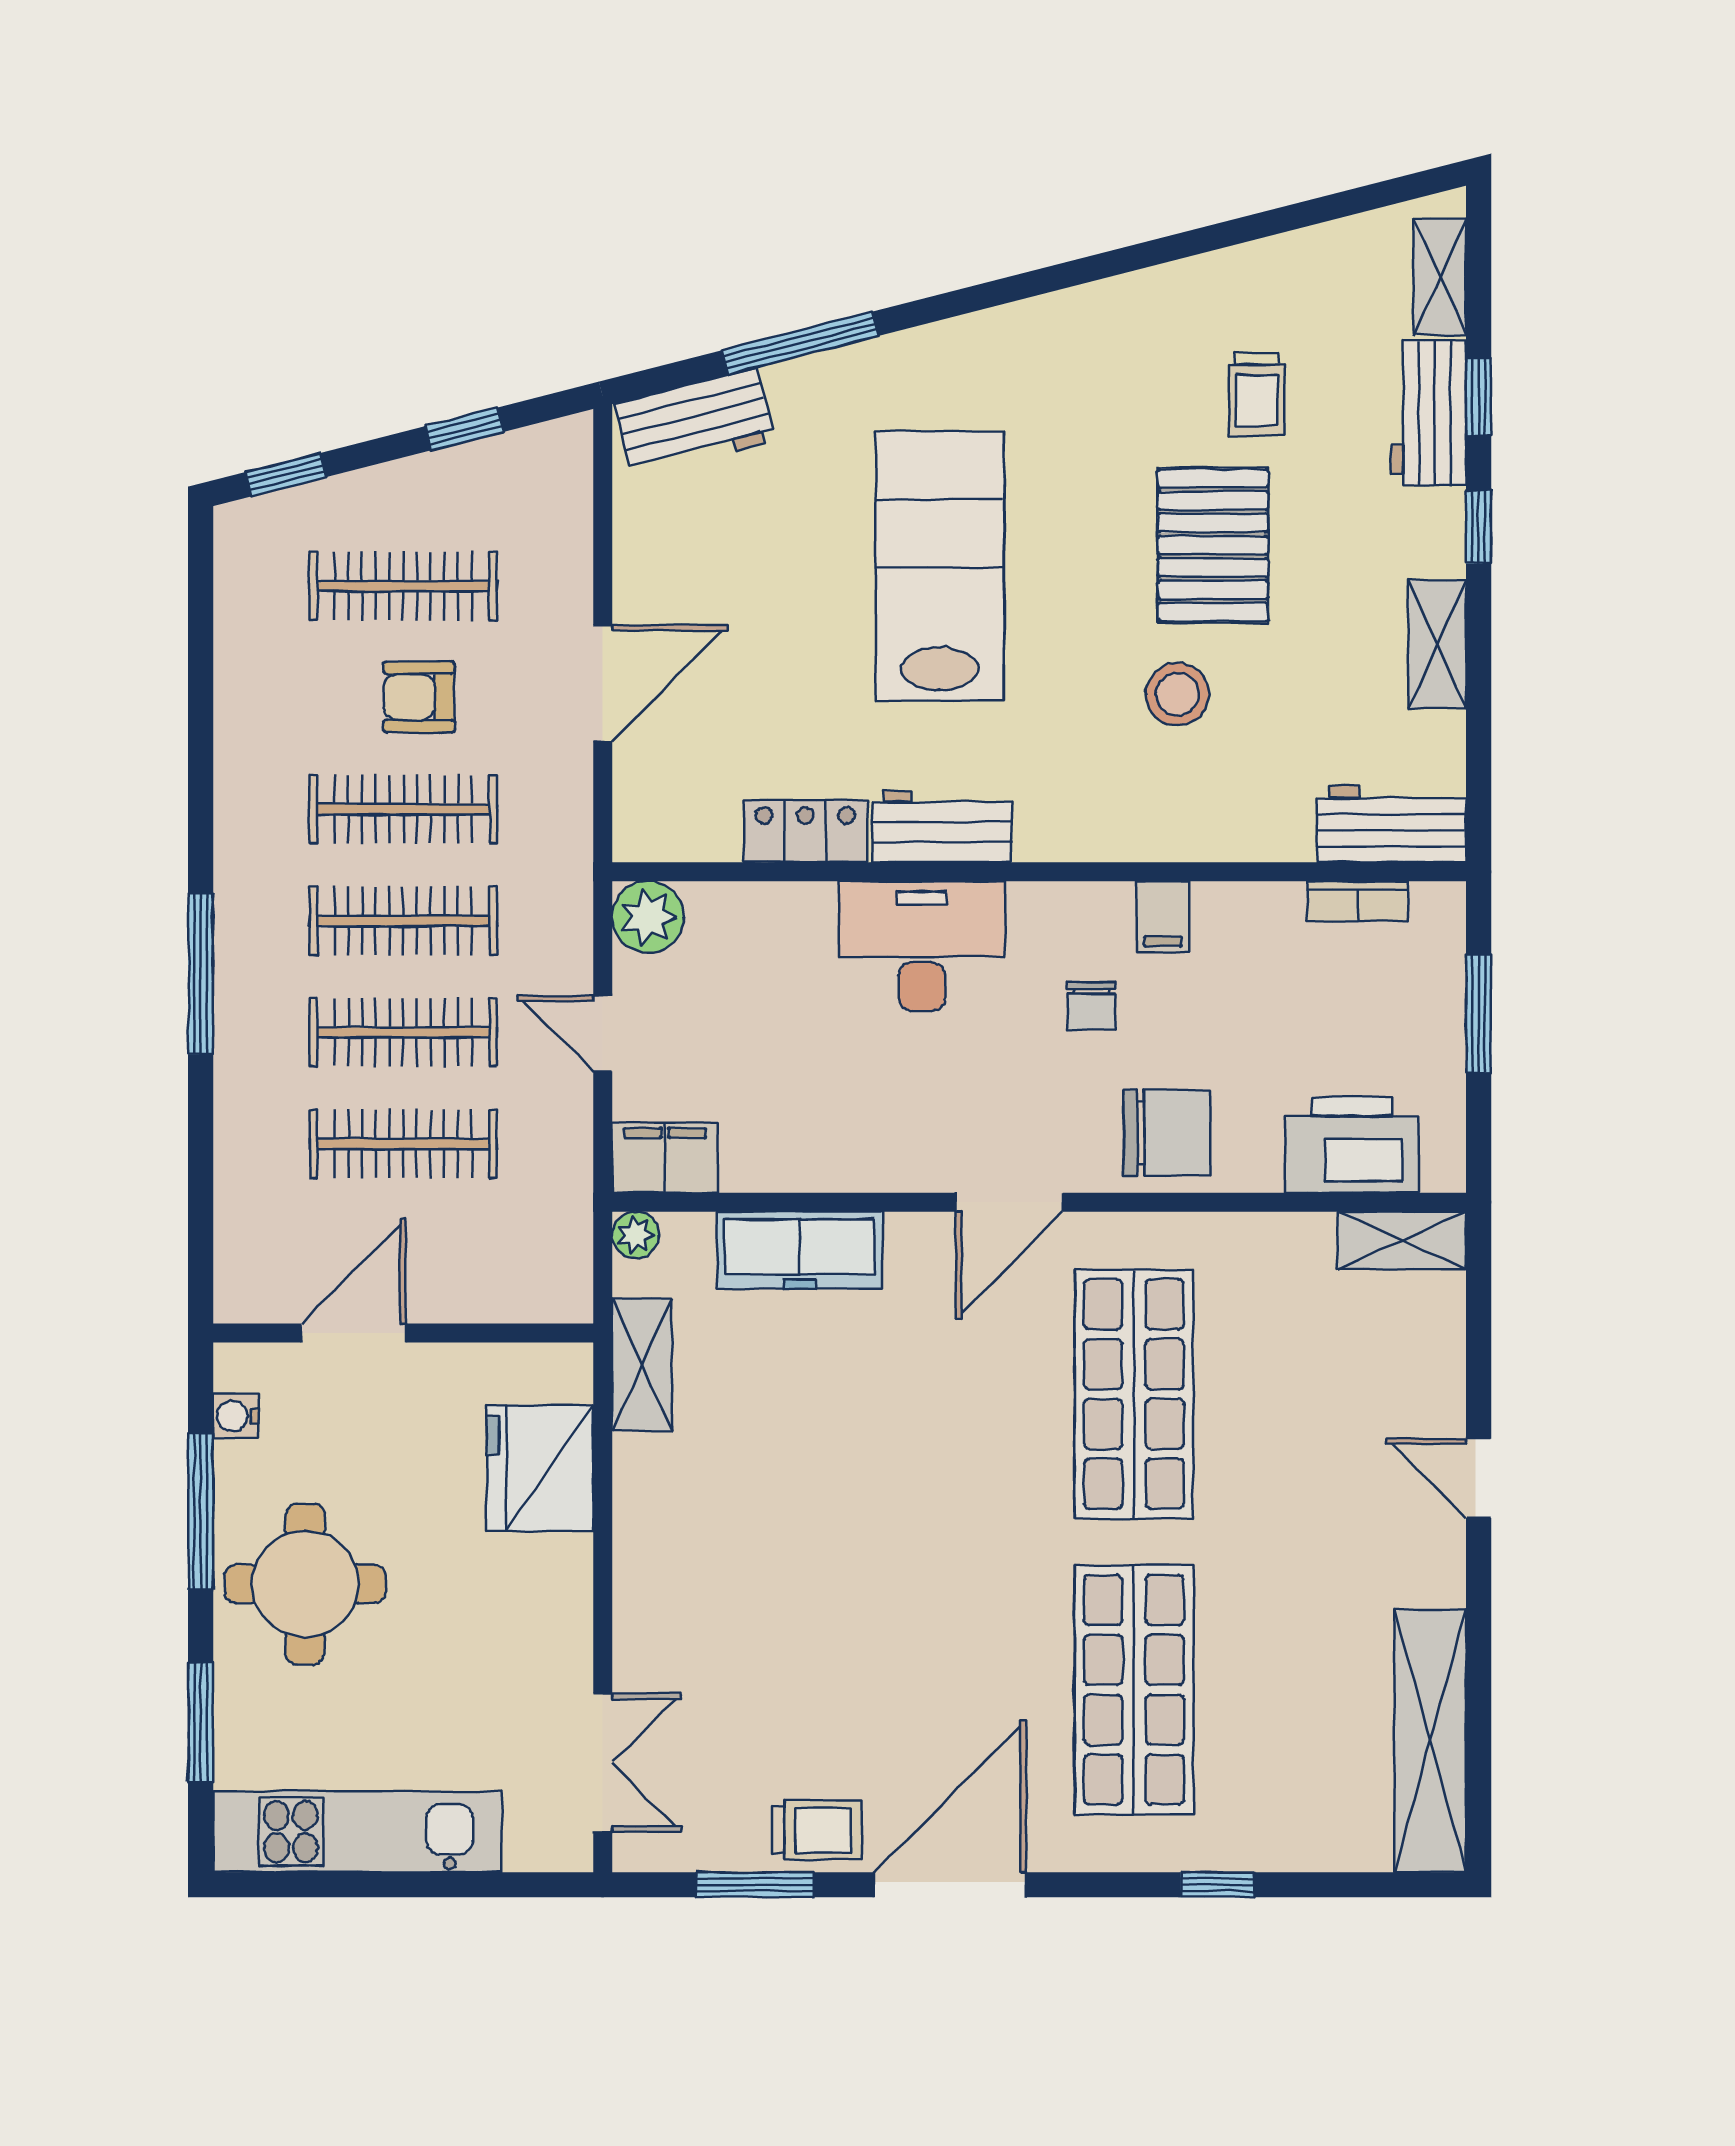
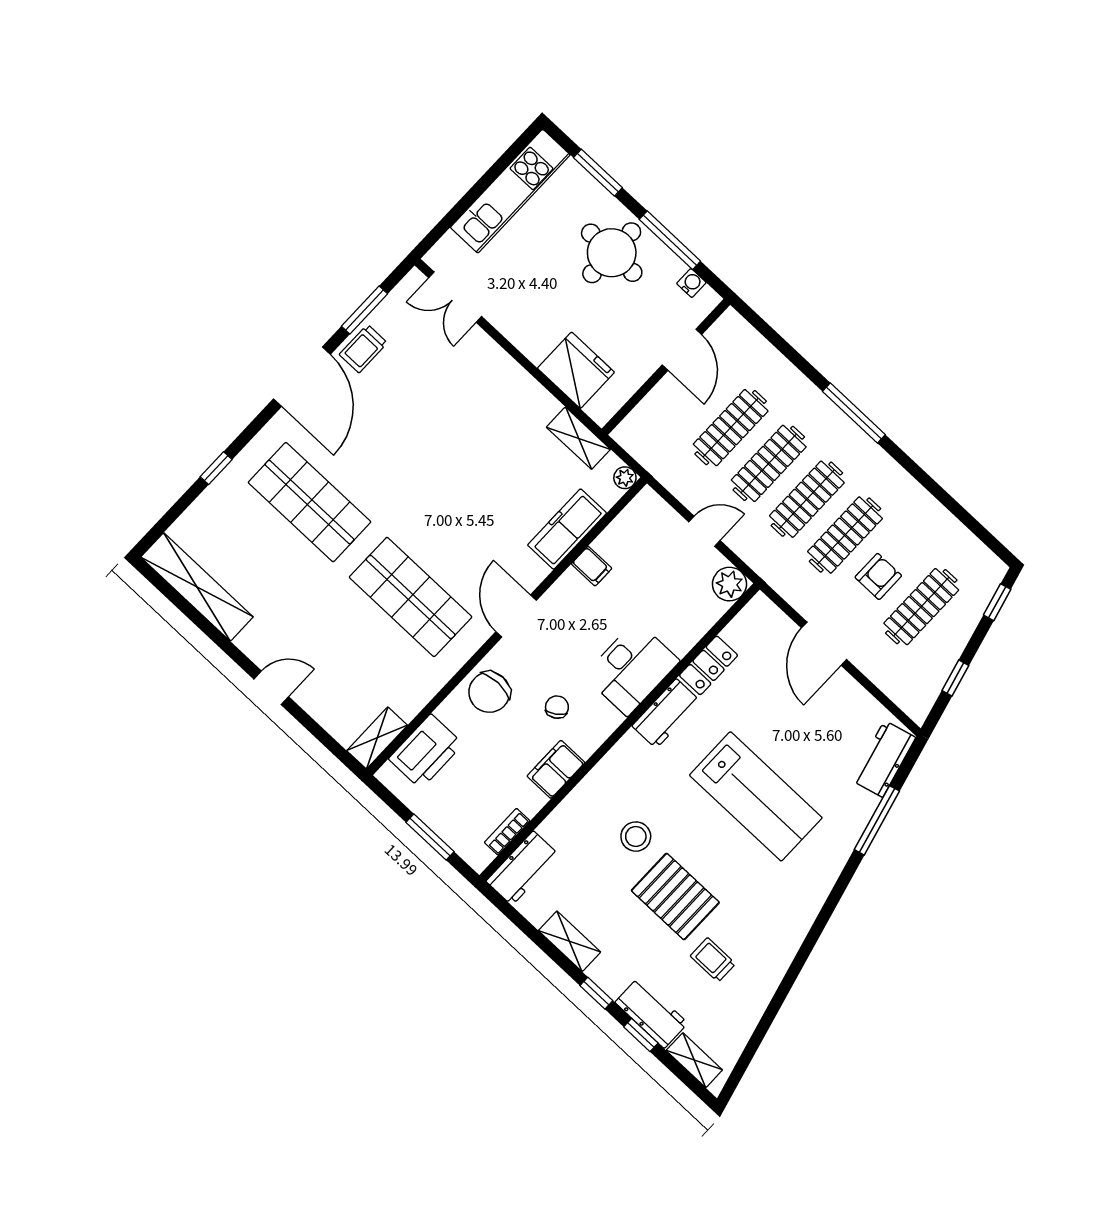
filing cabinet: (1163, 917) -> (556, 769), width x2.00
chair: (1091, 1006) -> (557, 707), turned 56
filing cabinet: (665, 1158) -> (592, 566), moved, width x0.50

